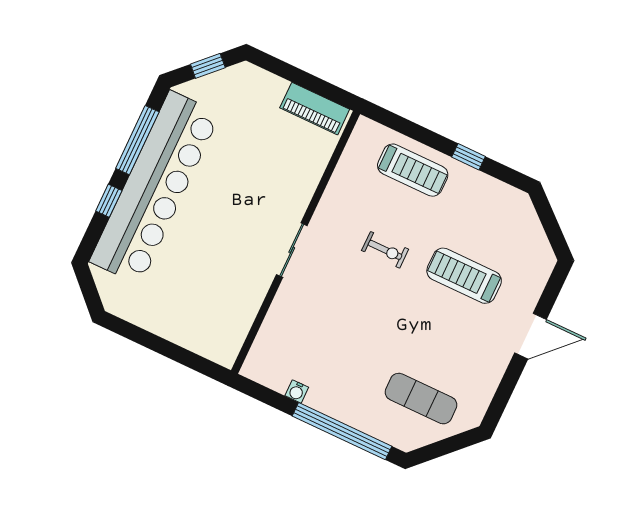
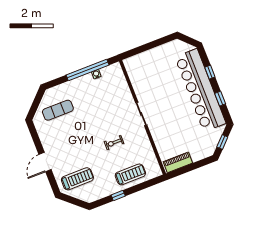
window: (137, 140) -> (220, 99), width x0.46
treadmill: (413, 170) -> (130, 174), turned 180
treadmill: (464, 276) -> (77, 179), moved
window: (342, 431) -> (88, 70), moved

